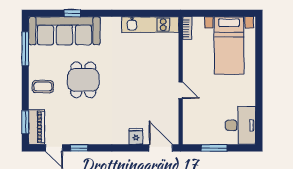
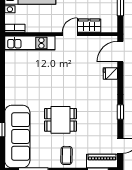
kitchen unit: (150, 25) -> (30, 43), moved, turned 90
wardrobe: (190, 112) -> (89, 26), added
window: (79, 148) -> (120, 112), moved

